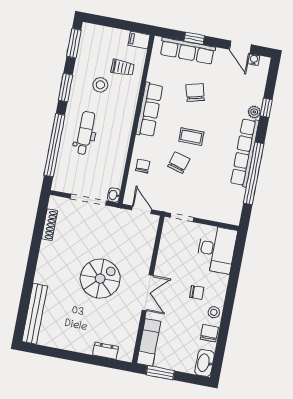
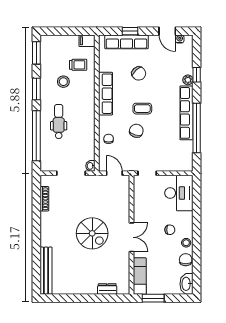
chair: (195, 92) -> (139, 73), turned 152
spiral stairs: (100, 279) -> (92, 233), turned 90

